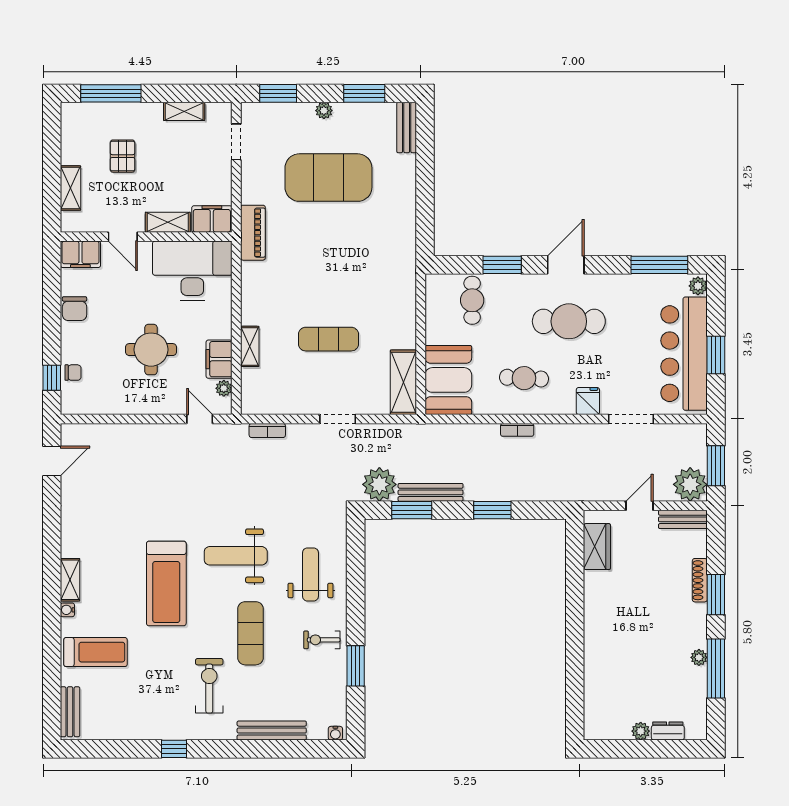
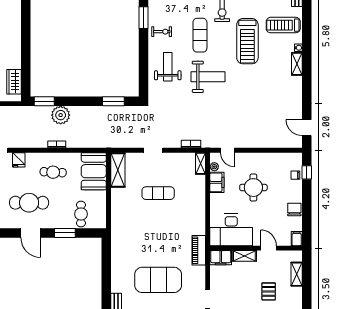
filing cabinet: (80, 254) -> (297, 239), width x0.50
door: (566, 265) -> (31, 233), hinge flipped
shelving: (250, 346) -> (200, 163), moved
door: (52, 461) -> (307, 128), hinge flipped
plant: (379, 484) -> (61, 115), moved
bench: (431, 492) -> (103, 111), removed
window: (492, 510) -> (44, 101), moved
weight bench: (310, 574) -> (168, 67), turned 180
treadmill: (166, 583) -> (247, 41), moved, turned 180

